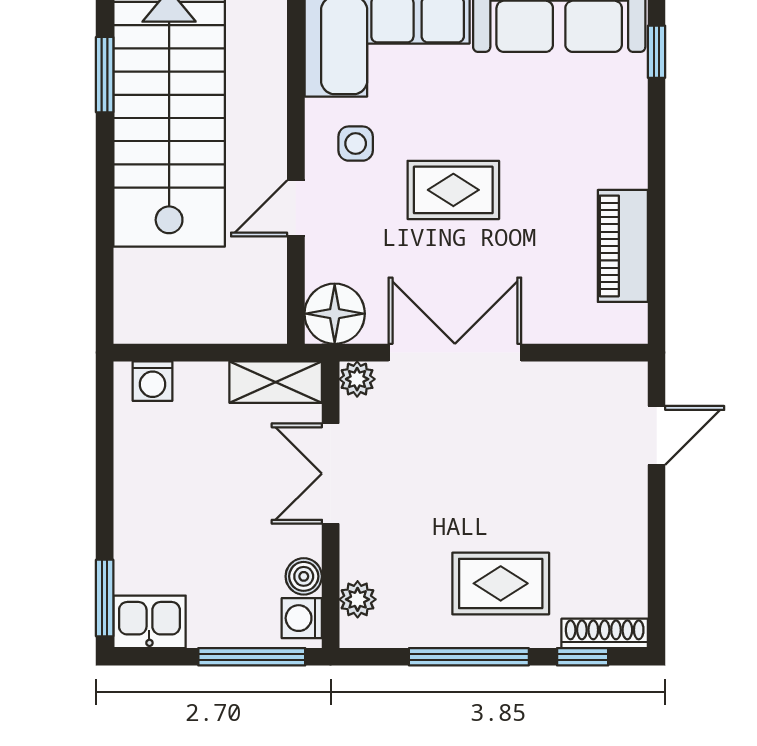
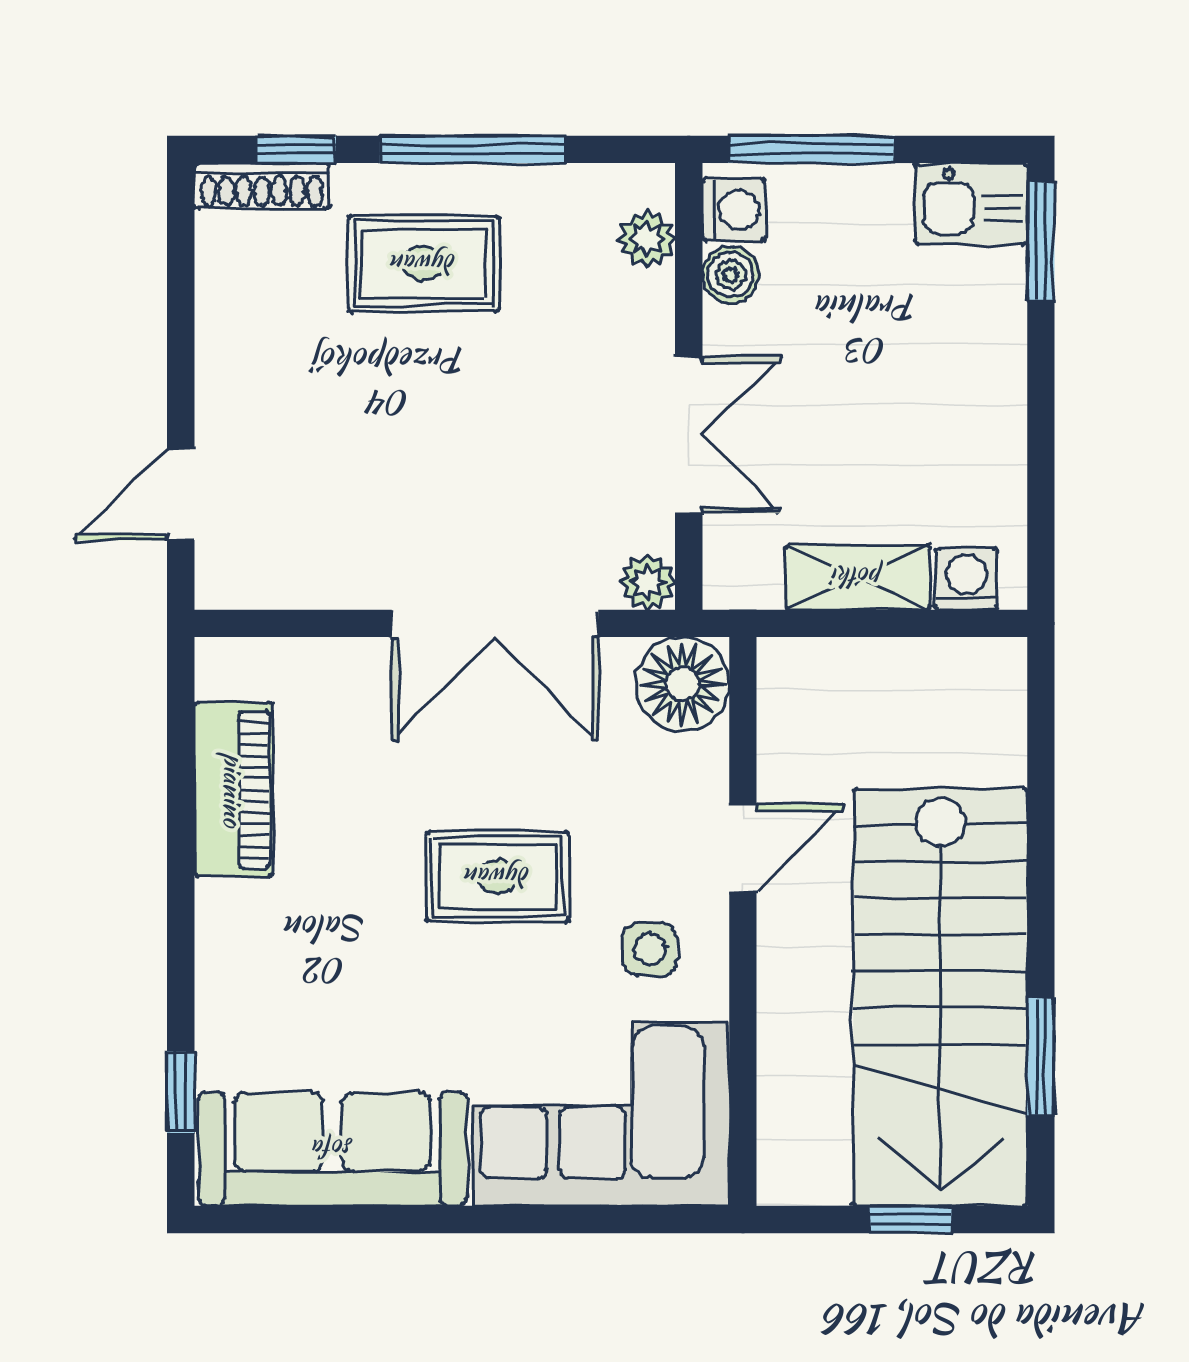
shelving: (276, 382) -> (858, 577), moved

